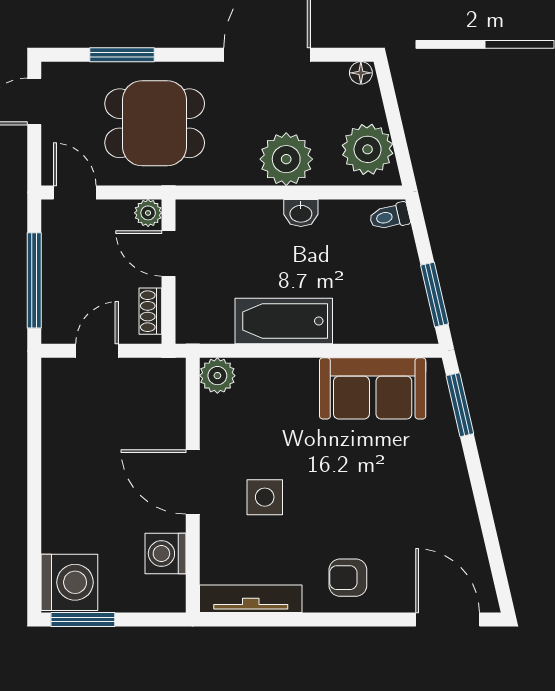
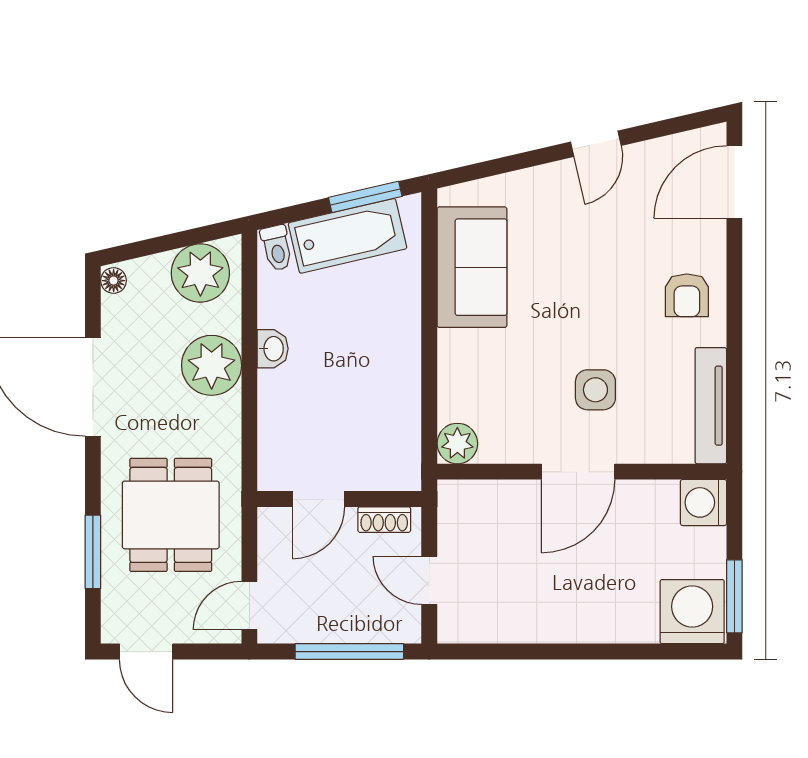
plant: (148, 213) -> (273, 522), removed
bathtub: (284, 321) -> (348, 236), moved, turned -103
window: (460, 405) -> (490, 168), removed
door: (481, 497) -> (596, 144), added
washing machine: (165, 554) -> (704, 502), moved, turned 90

